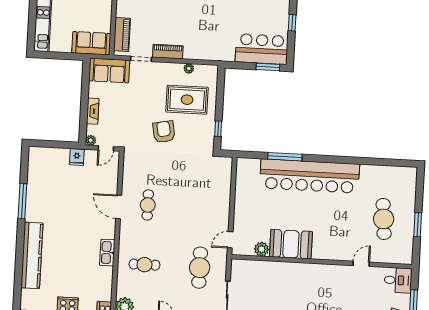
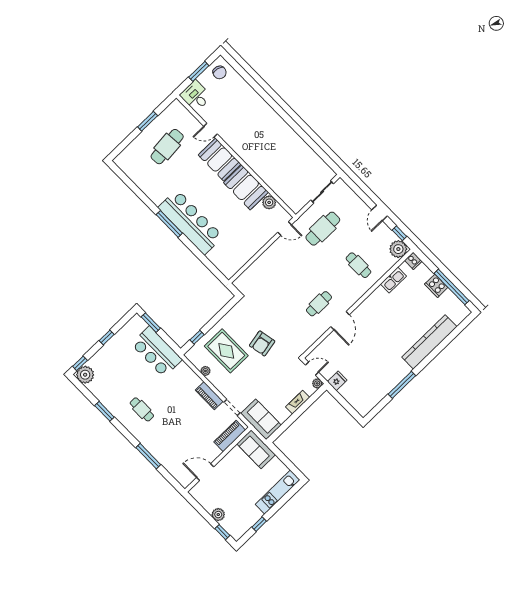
bar counter: (262, 49) -> (157, 352), moved
window: (218, 129) -> (197, 337), moved
window: (285, 157) -> (169, 224), moved
bar counter: (310, 176) -> (191, 222), width x0.73
booth: (332, 247) -> (220, 160), added
kitchen sink: (107, 253) -> (393, 280), moved

